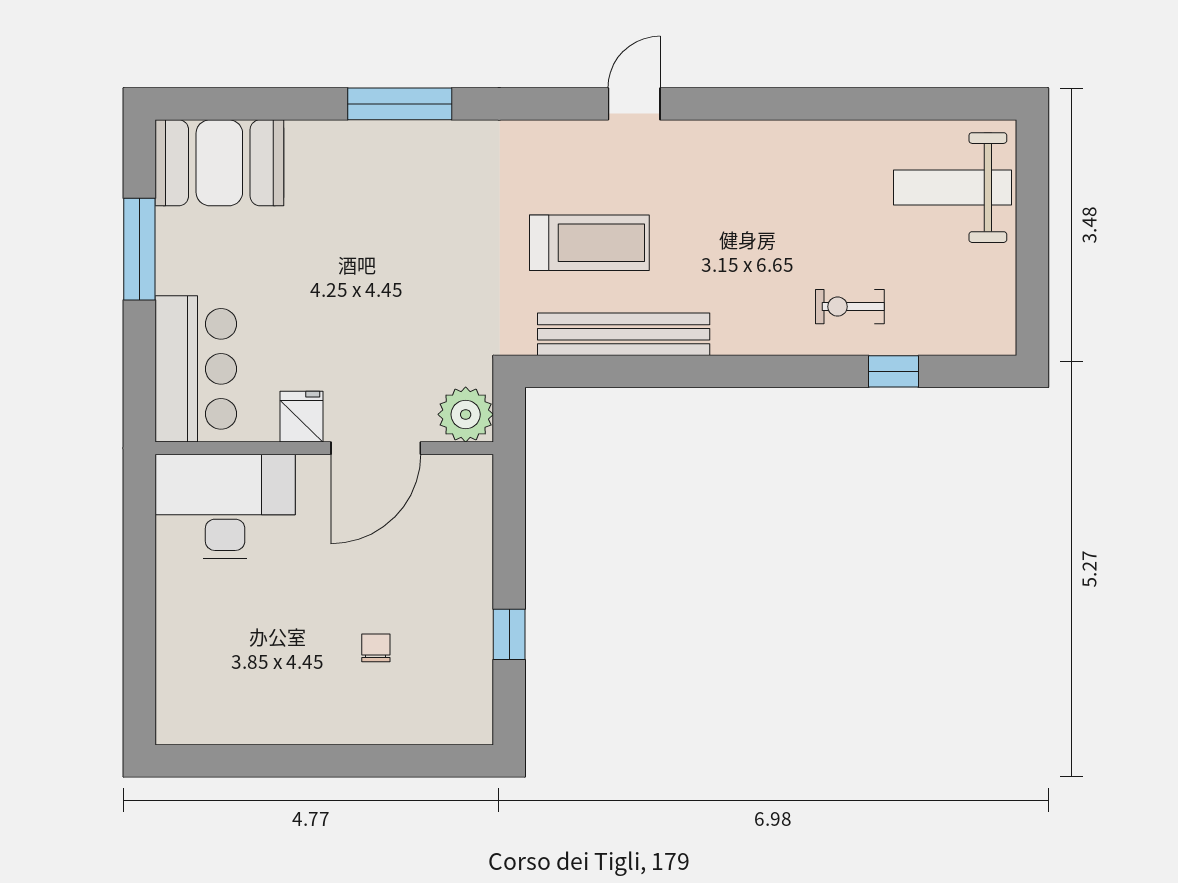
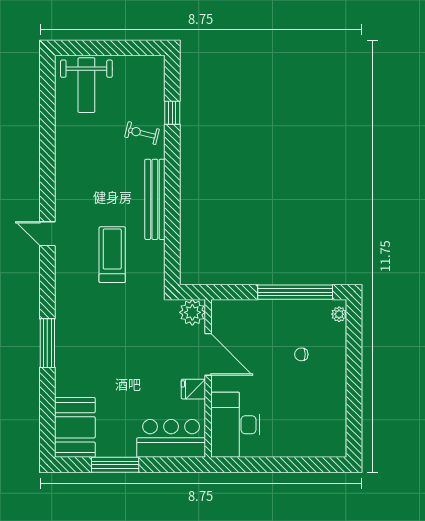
exercise bike: (850, 307) -> (142, 133), turned 104
bench: (624, 334) -> (155, 199), moved
window: (509, 634) -> (295, 292), width x3.17
plant: (462, 729) -> (339, 314), added

